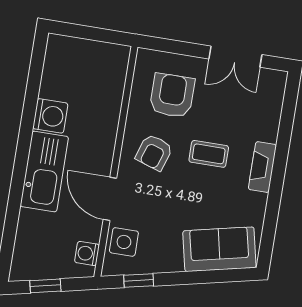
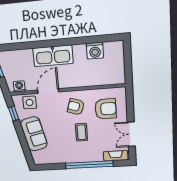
washing machine: (50, 116) -> (95, 51), moved
window: (281, 155) -> (89, 165), added
fireplace: (262, 167) -> (116, 156), moved
sofa: (219, 249) -> (34, 134), moved

